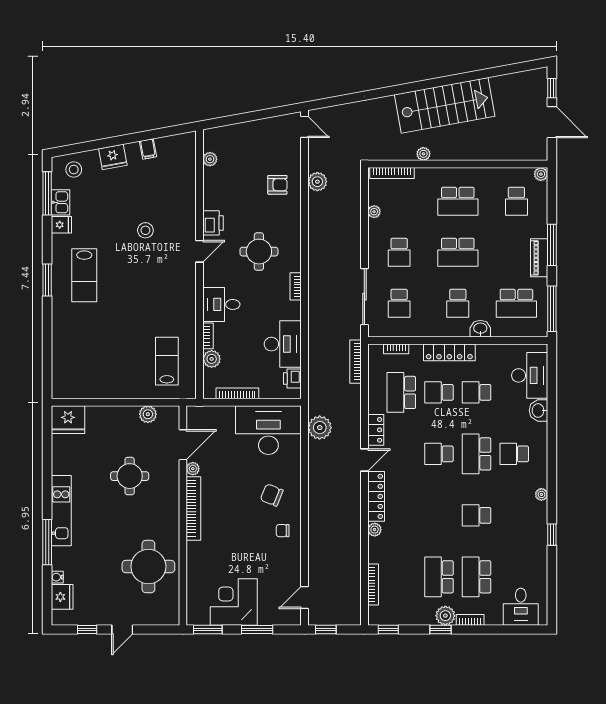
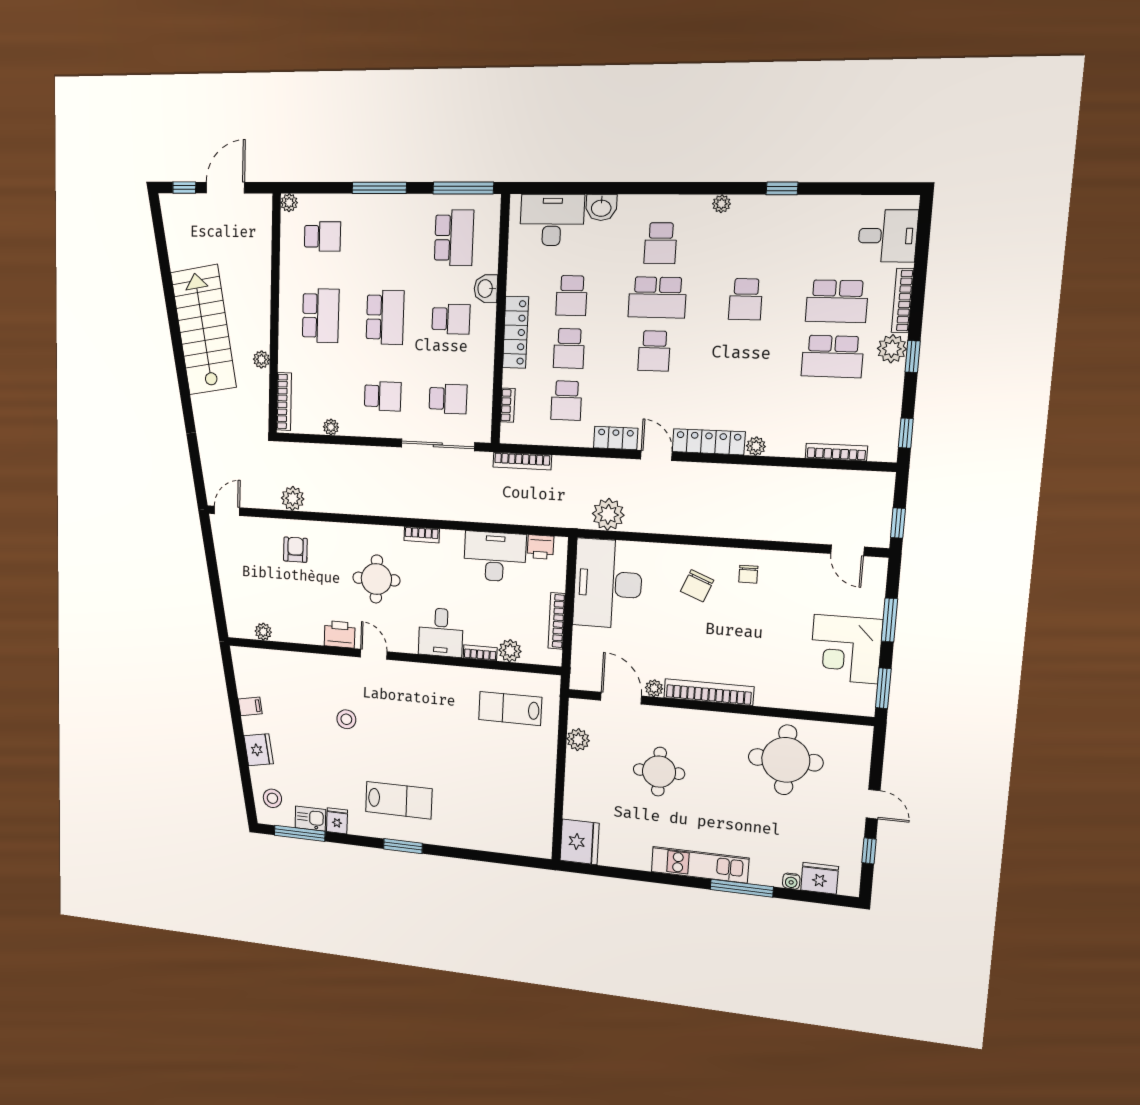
piano: (539, 258) -> (396, 206), removed
school desk: (401, 392) -> (566, 400), width x0.54
bookcase: (470, 620) -> (903, 301), width x1.56

